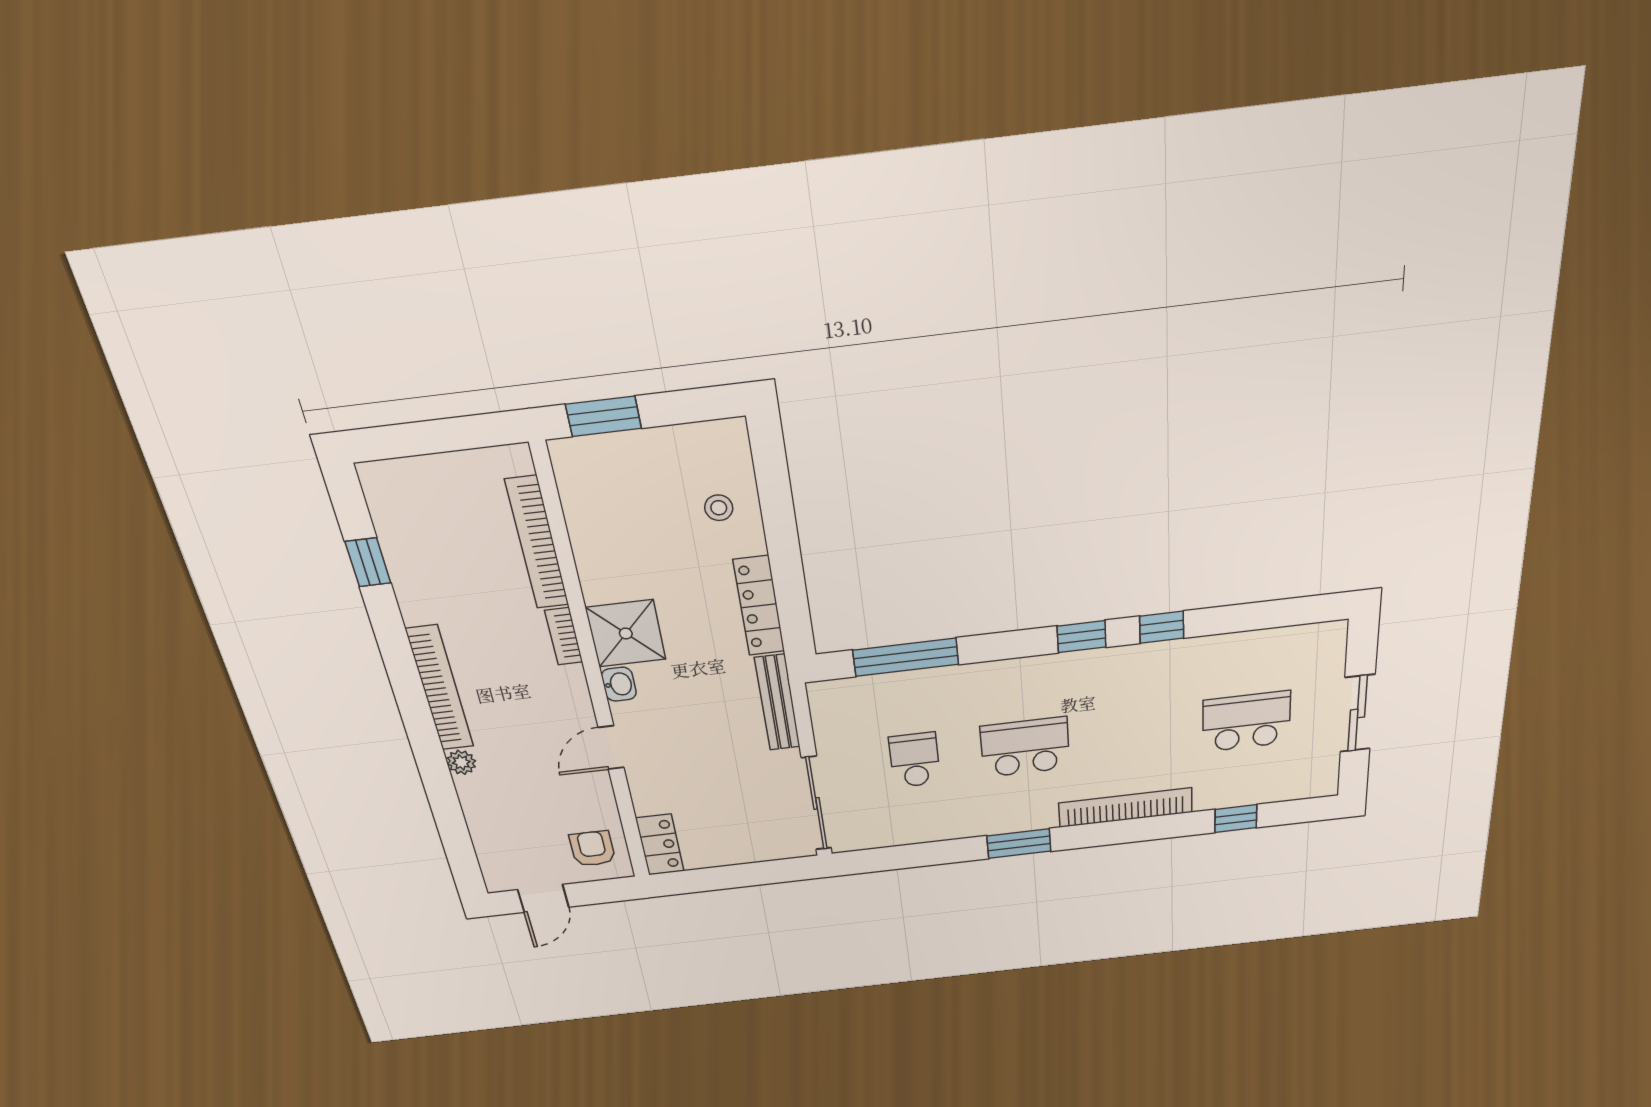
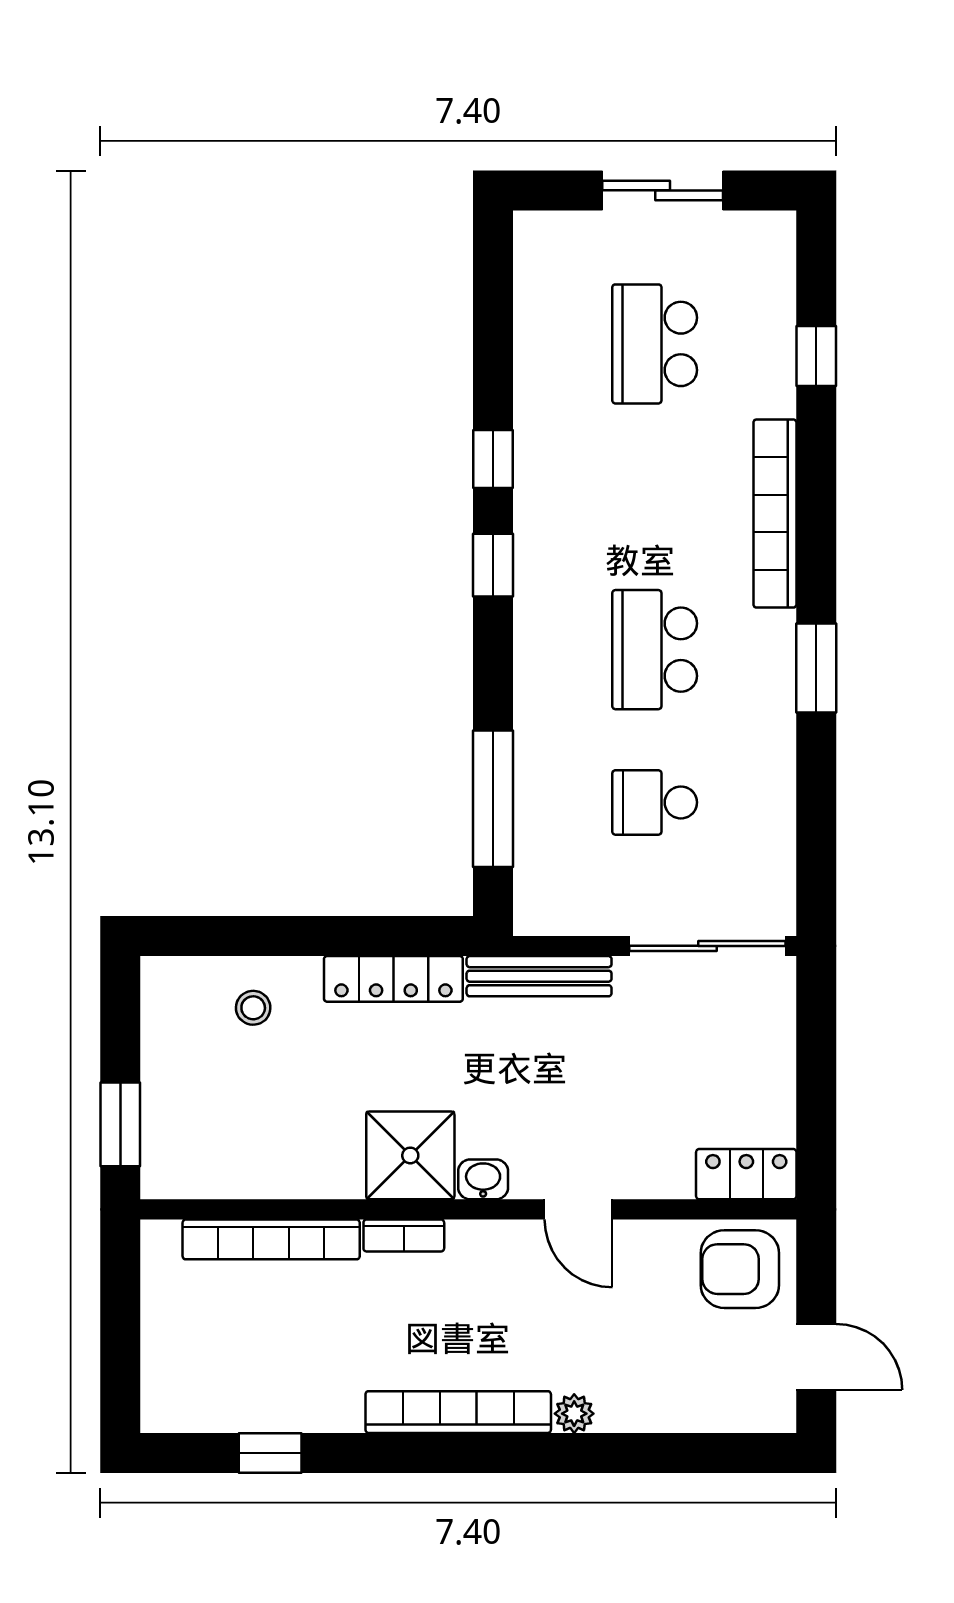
armchair: (592, 849) -> (740, 1269), width x1.38, depth x1.38

